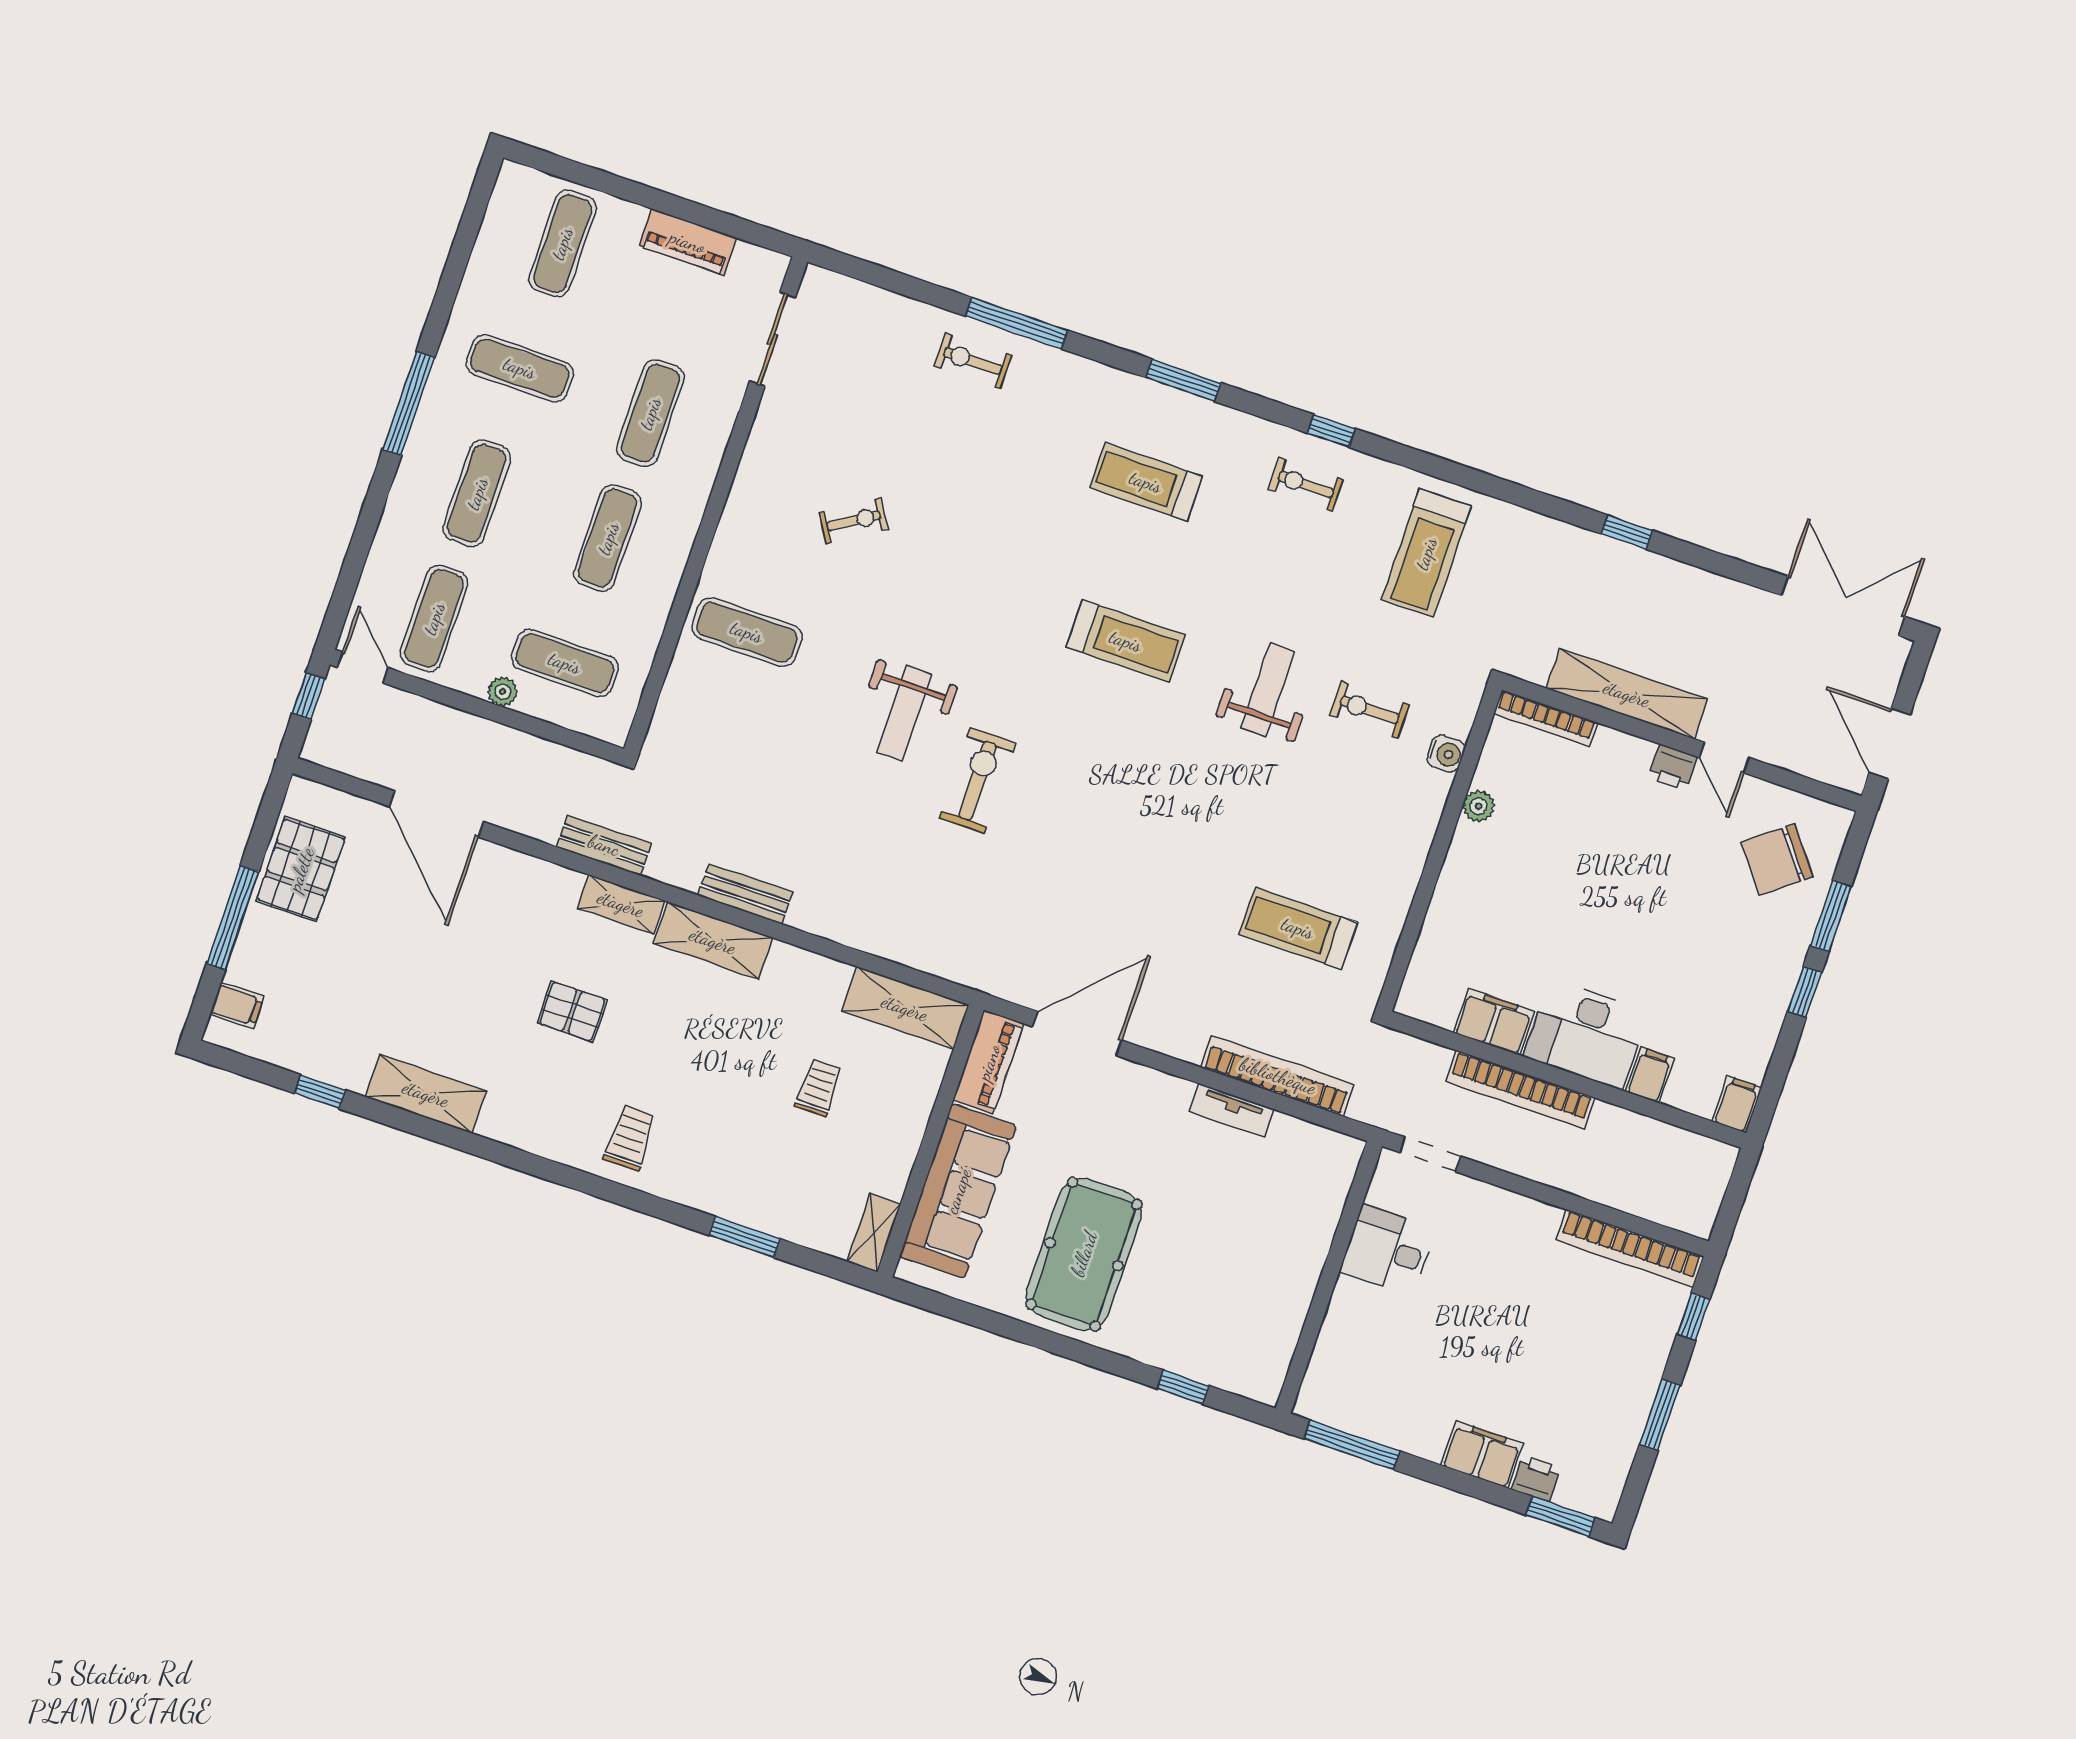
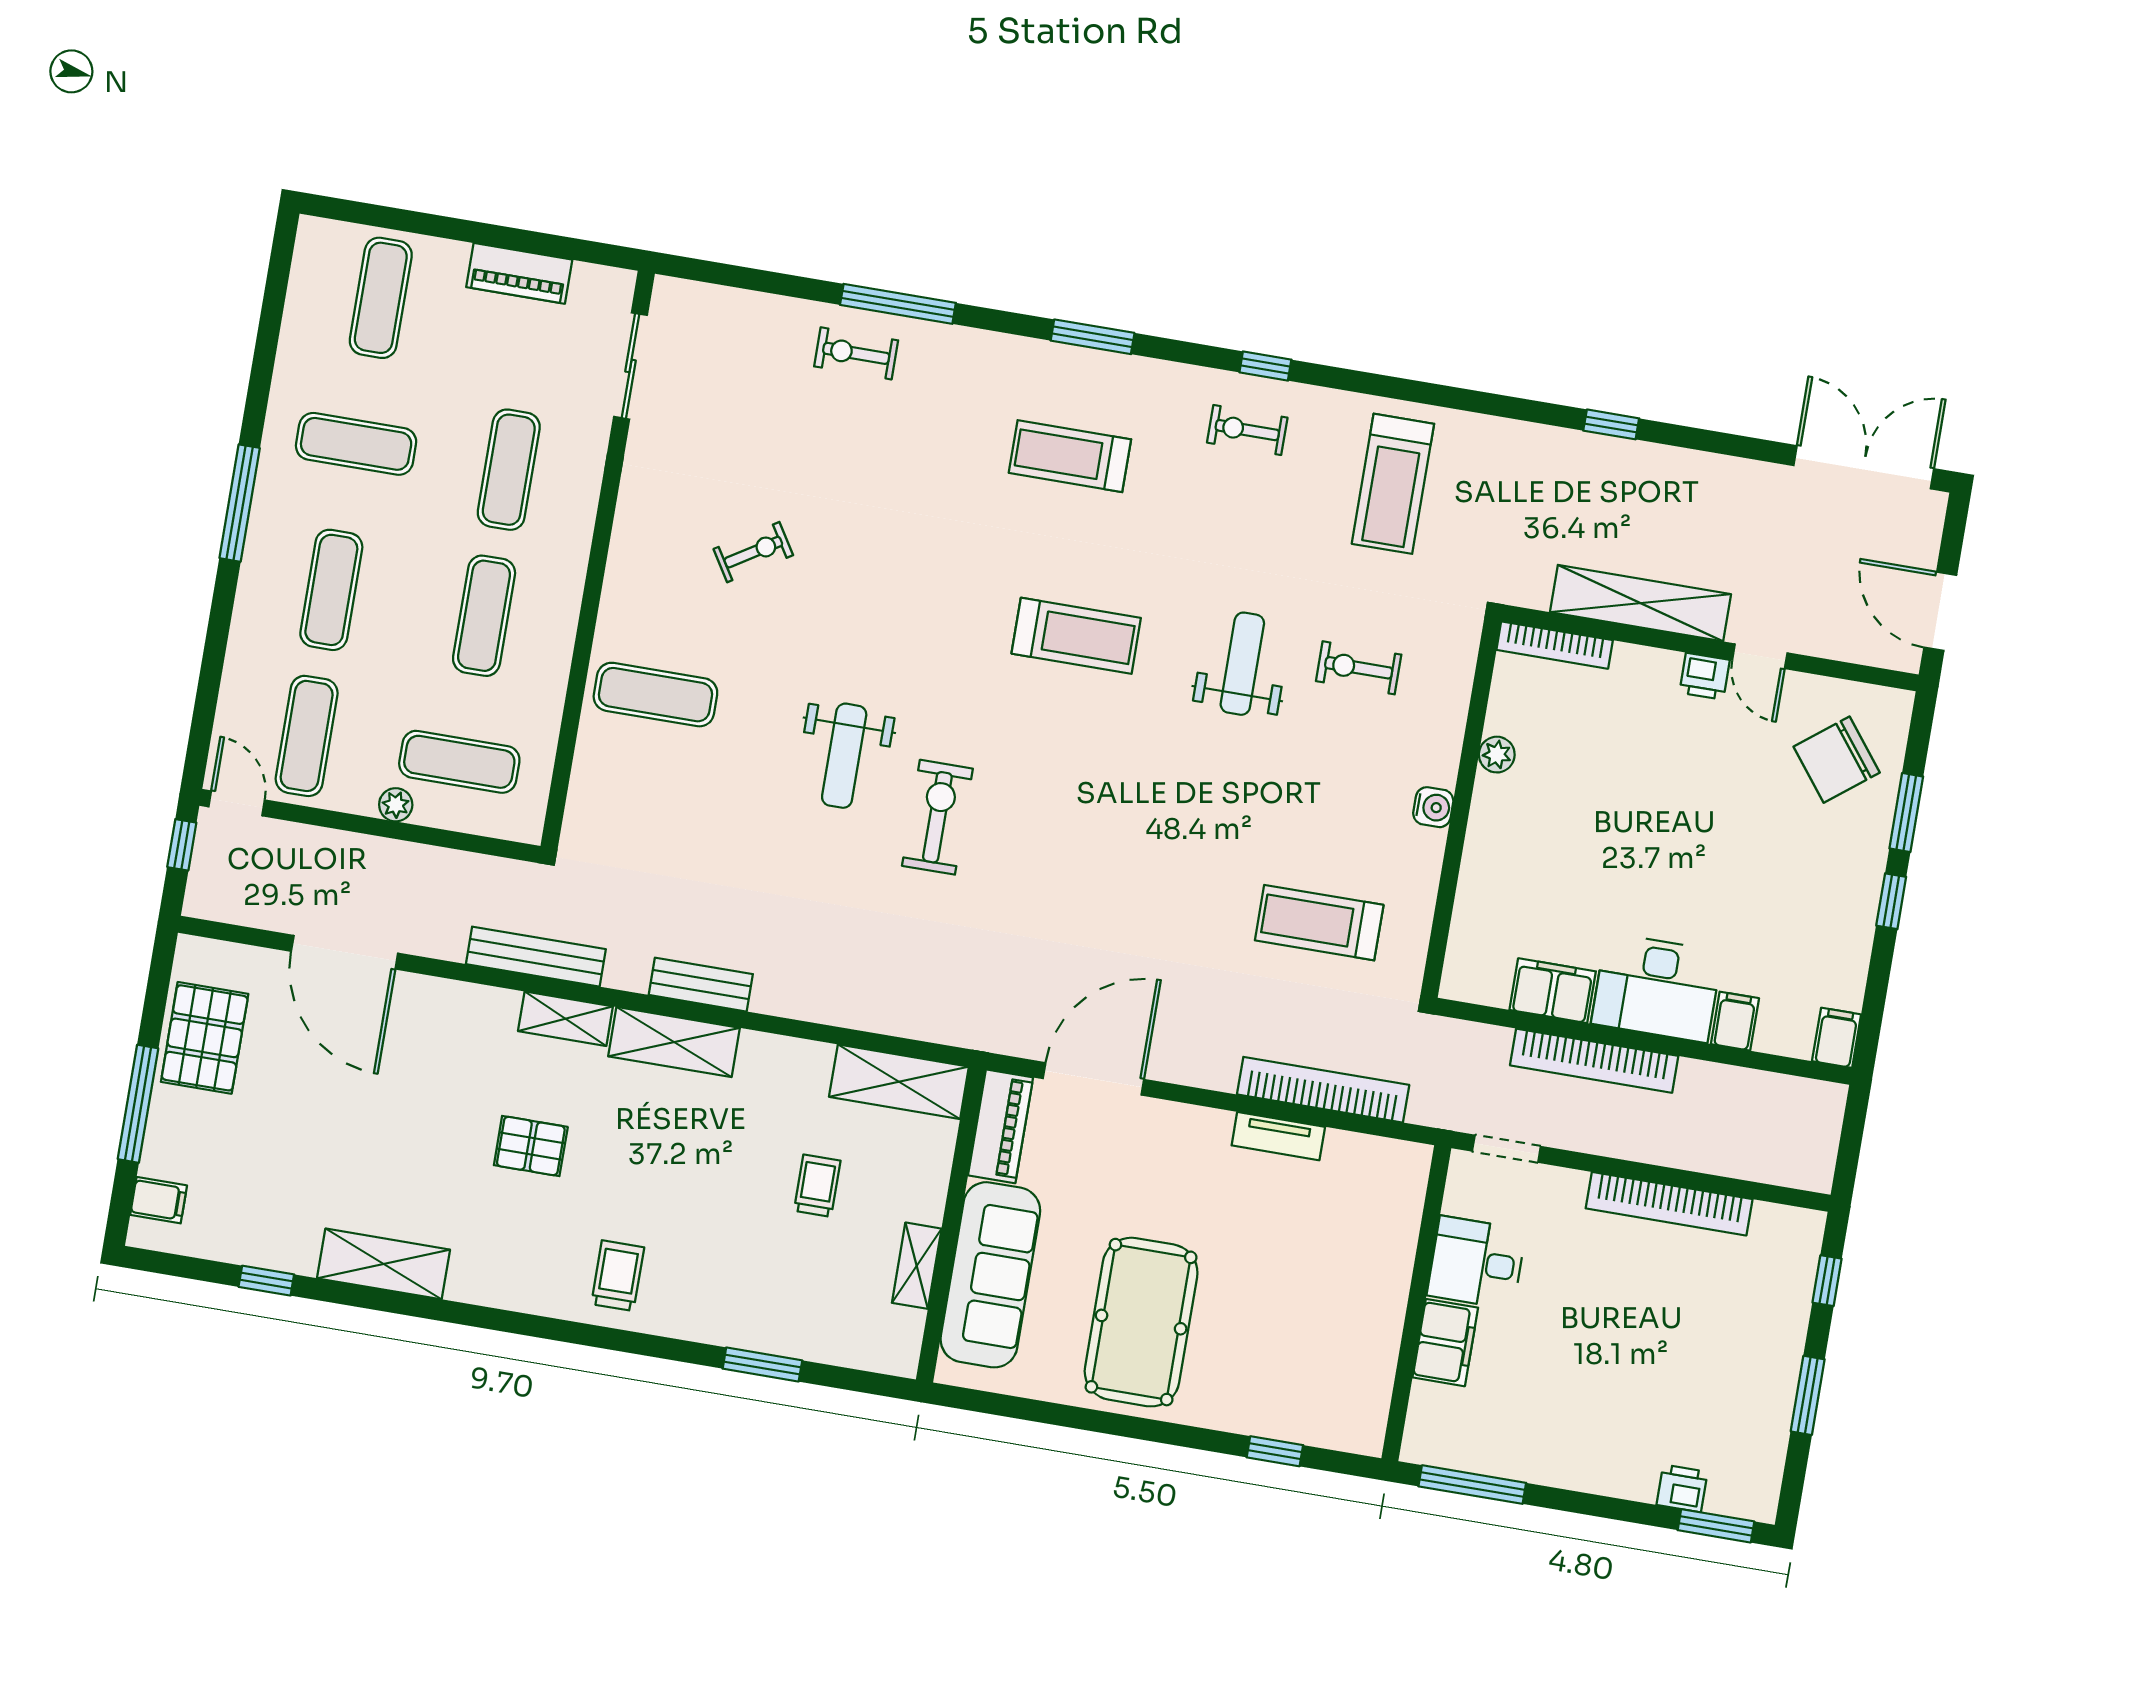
water cooler: (1446, 754) -> (1433, 807), moved
bench: (604, 845) -> (536, 957), width x1.36
shelving: (874, 1233) -> (917, 1266), moved
bookcase: (1630, 1248) -> (1669, 1204), moved
filing cabinet: (1482, 1454) -> (1445, 1343), moved, turned 90

